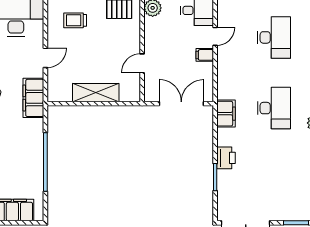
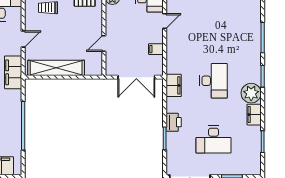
desk: (274, 37) -> (214, 140), moved, turned 90
filing cabinet: (205, 55) -> (156, 49), moved
shelving: (96, 93) -> (56, 68), width x1.47
double door: (181, 104) -> (136, 77), swing flipped

